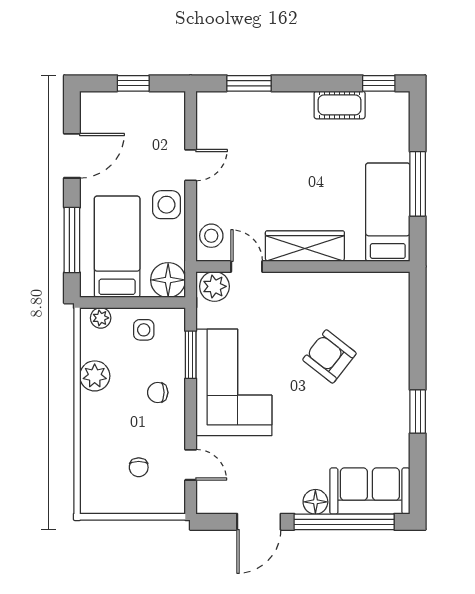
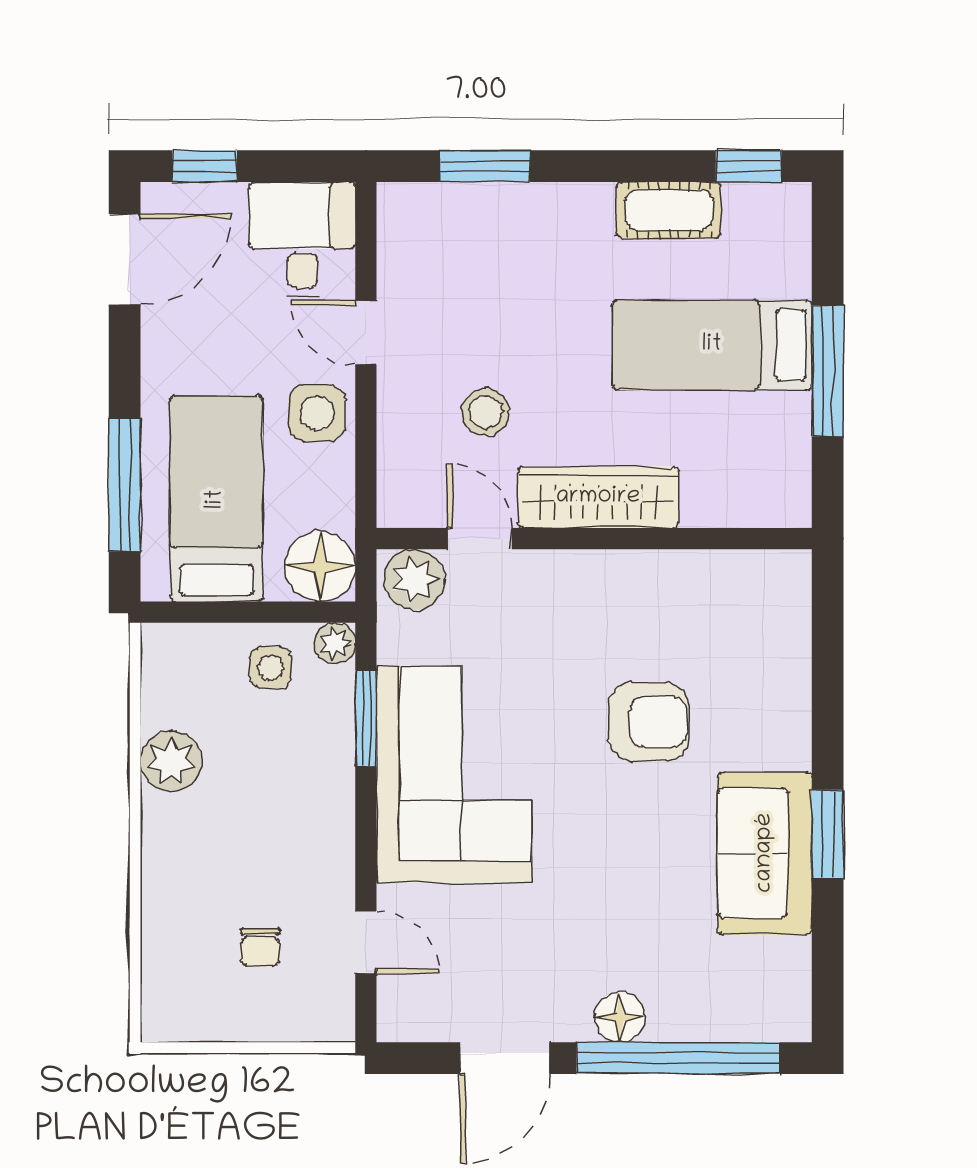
window: (133, 83) -> (205, 166), moved
desk: (159, 119) -> (302, 239), added
door: (72, 156) -> (125, 259), moved
door: (191, 165) -> (366, 333), swing flipped
bed: (388, 212) -> (712, 345), moved, turned -90
stool: (211, 236) -> (485, 412), moved
plant: (101, 318) -> (335, 643), moved
armchair: (329, 356) -> (648, 722), turned 142
chair: (158, 392) -> (299, 795), removed
sofa: (370, 491) -> (765, 853), moved, turned -90

